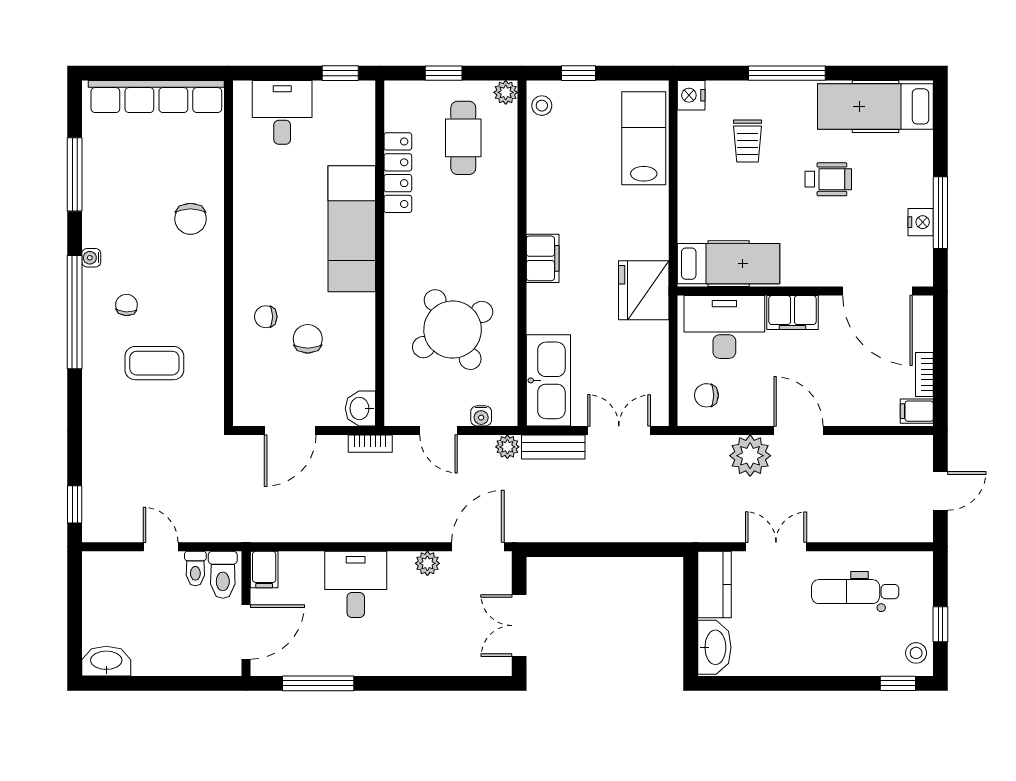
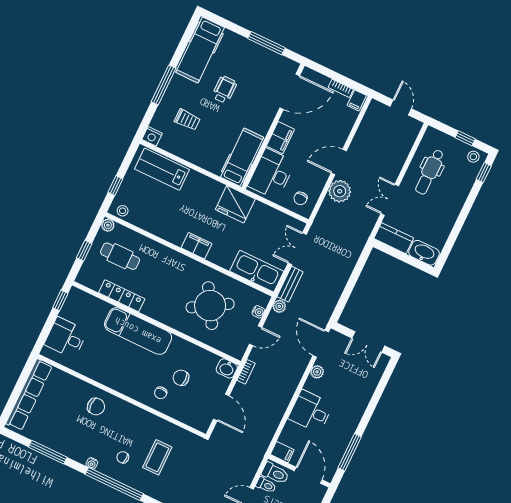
nightstand: (921, 222) -> (266, 55), removed

